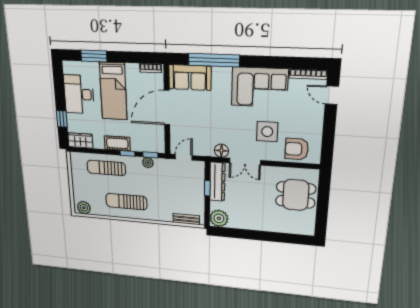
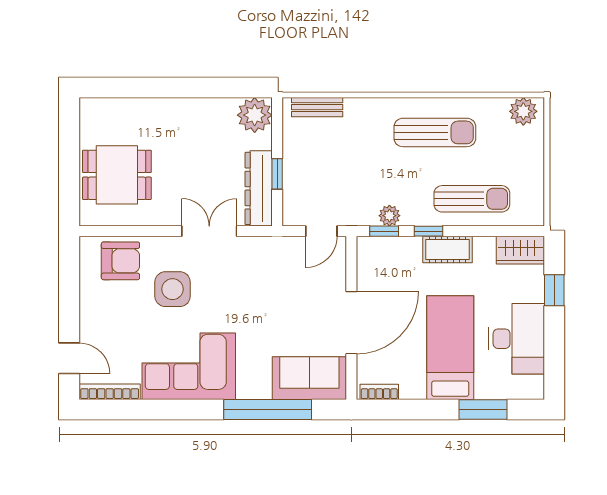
floor lamp: (221, 151) -> (252, 249), removed

